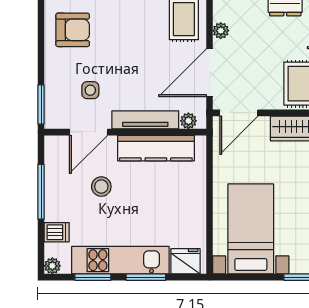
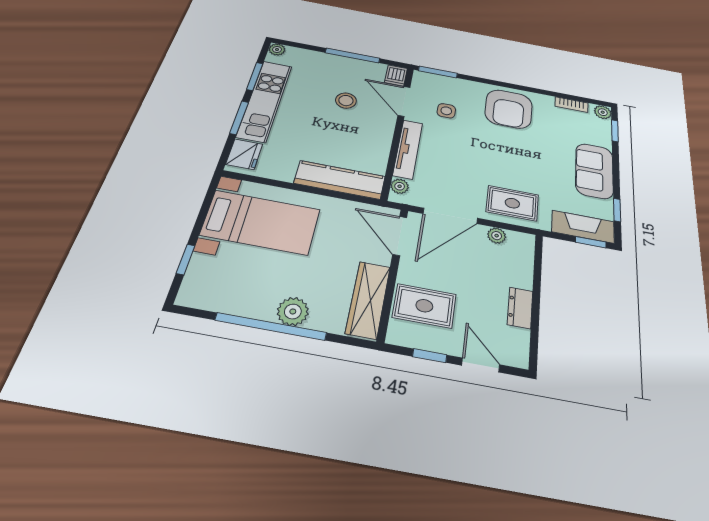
armchair: (73, 30) -> (509, 109), width x1.36, depth x1.36
door: (210, 73) -> (450, 216), swing flipped
kitchen counter: (156, 148) -> (340, 180), moved, turned 90
dishwasher: (57, 232) -> (396, 75), moved

